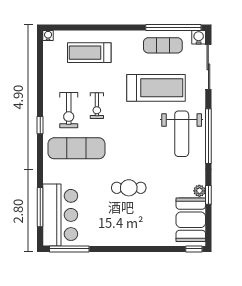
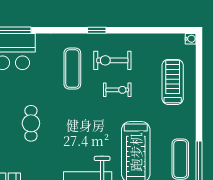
exercise bike: (97, 106) -> (117, 90), turned 180
exercise mat: (77, 148) -> (72, 69), width x0.73, depth x0.69

